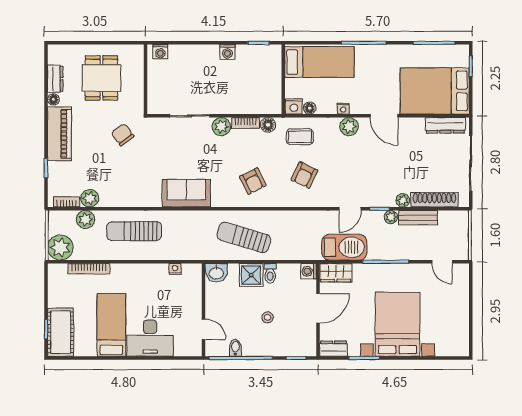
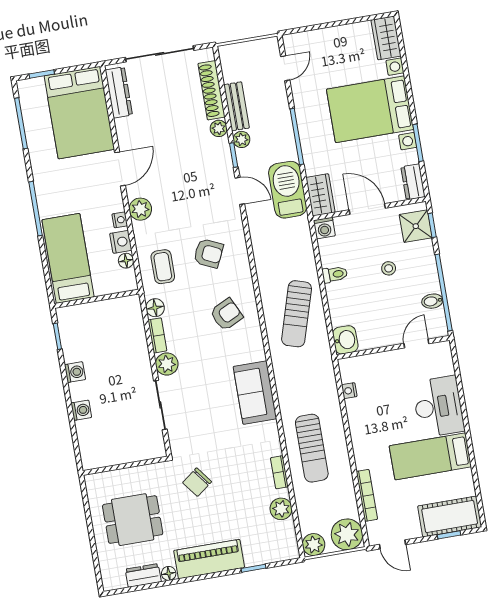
washing machine: (160, 52) -> (81, 410), moved
nightstand: (294, 106) -> (121, 242), moved
bookcase: (67, 202) -> (279, 472), moved
plant: (86, 219) -> (314, 545), moved
shower: (251, 275) -> (416, 226), moved
door: (46, 283) -> (393, 544), added
wardrobe: (452, 347) -> (386, 38), added

